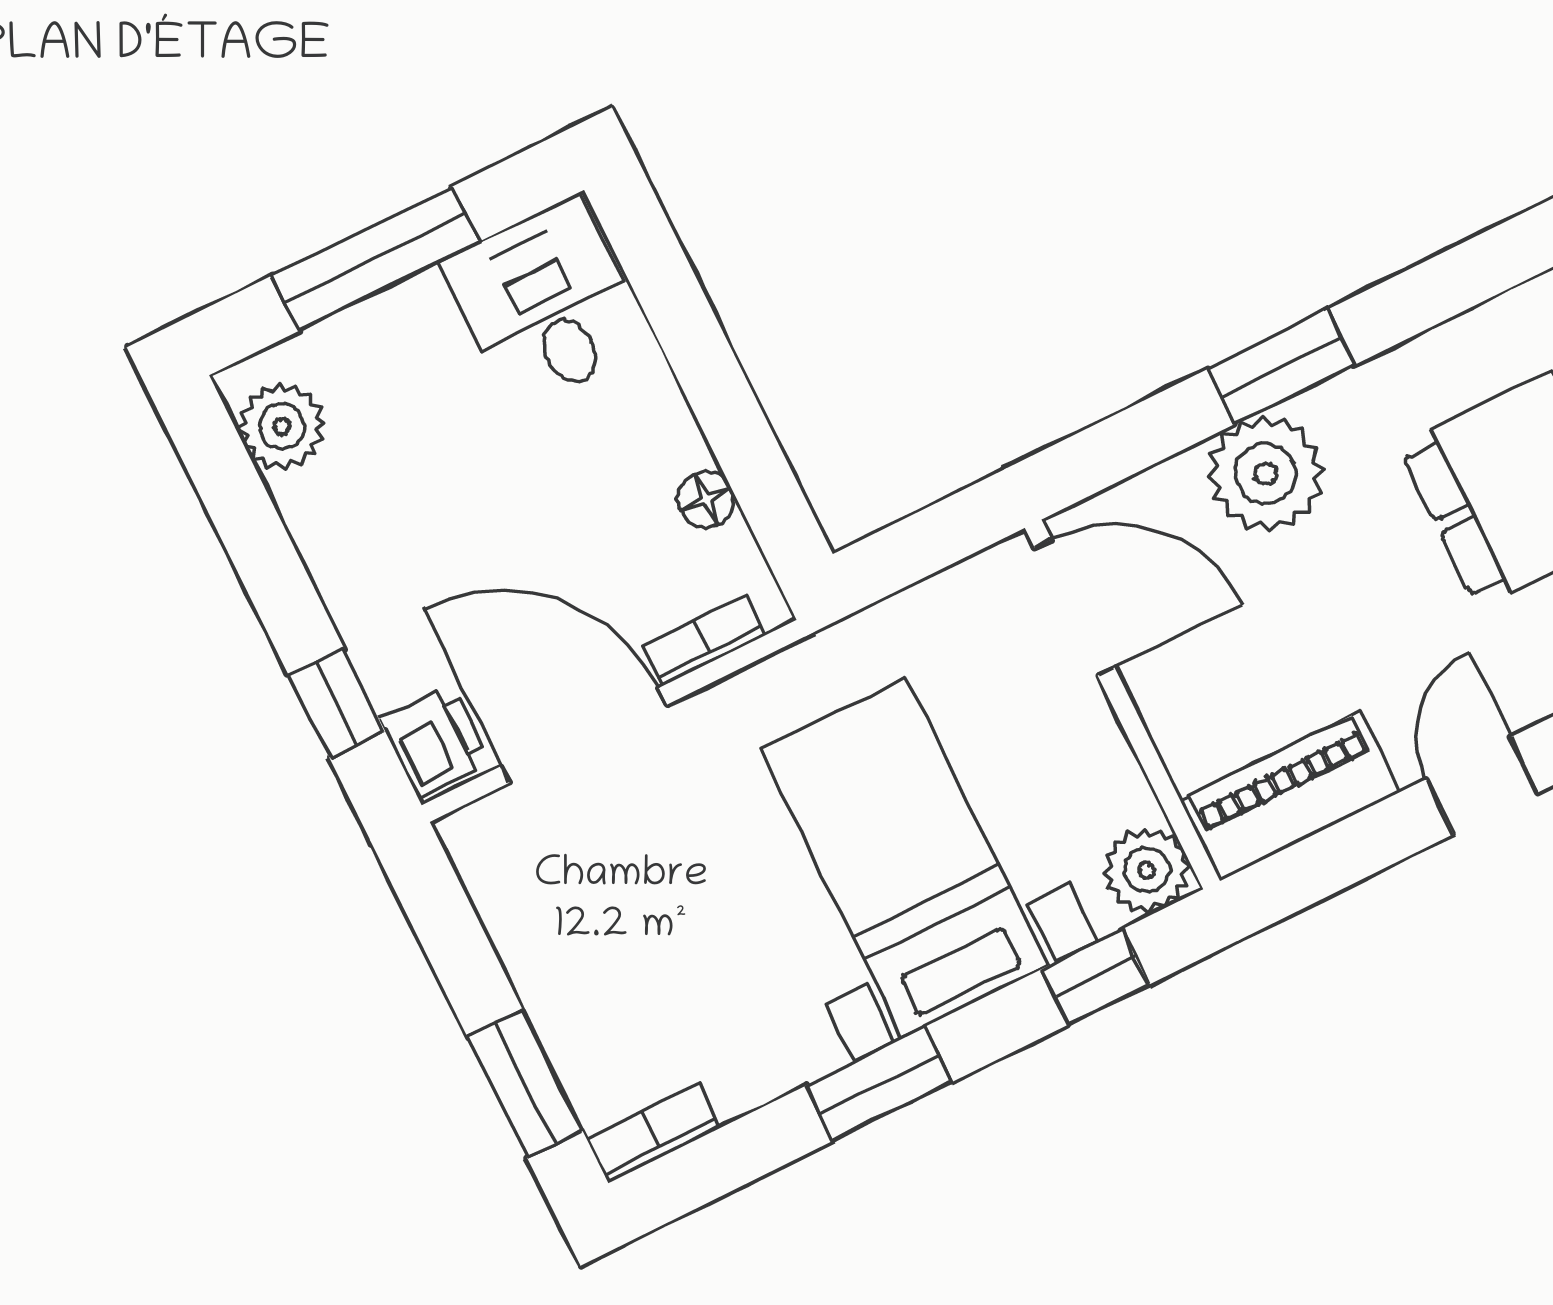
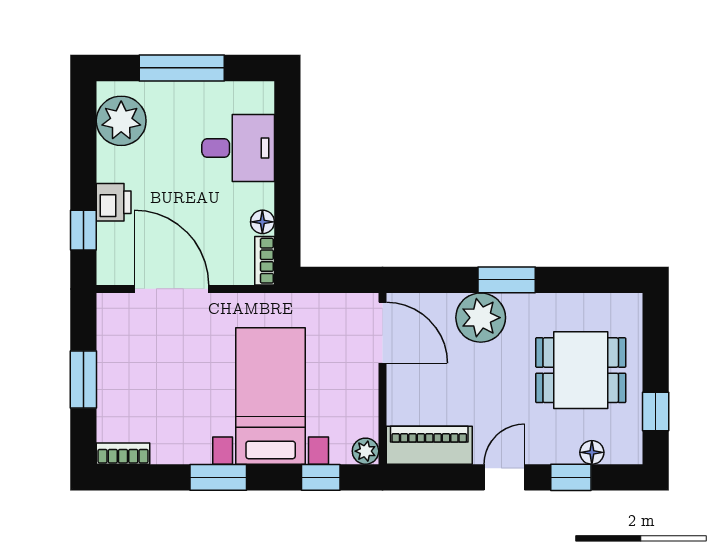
desk: (546, 303) -> (238, 148), moved, turned 90
plant: (282, 426) -> (121, 121), width x1.36, depth x1.36
bookcase: (704, 640) -> (265, 261), moved, turned -90
printer: (435, 741) -> (114, 202), moved
plant: (1147, 870) -> (365, 451), width x0.73, depth x0.73
window: (525, 1084) -> (83, 380), moved

